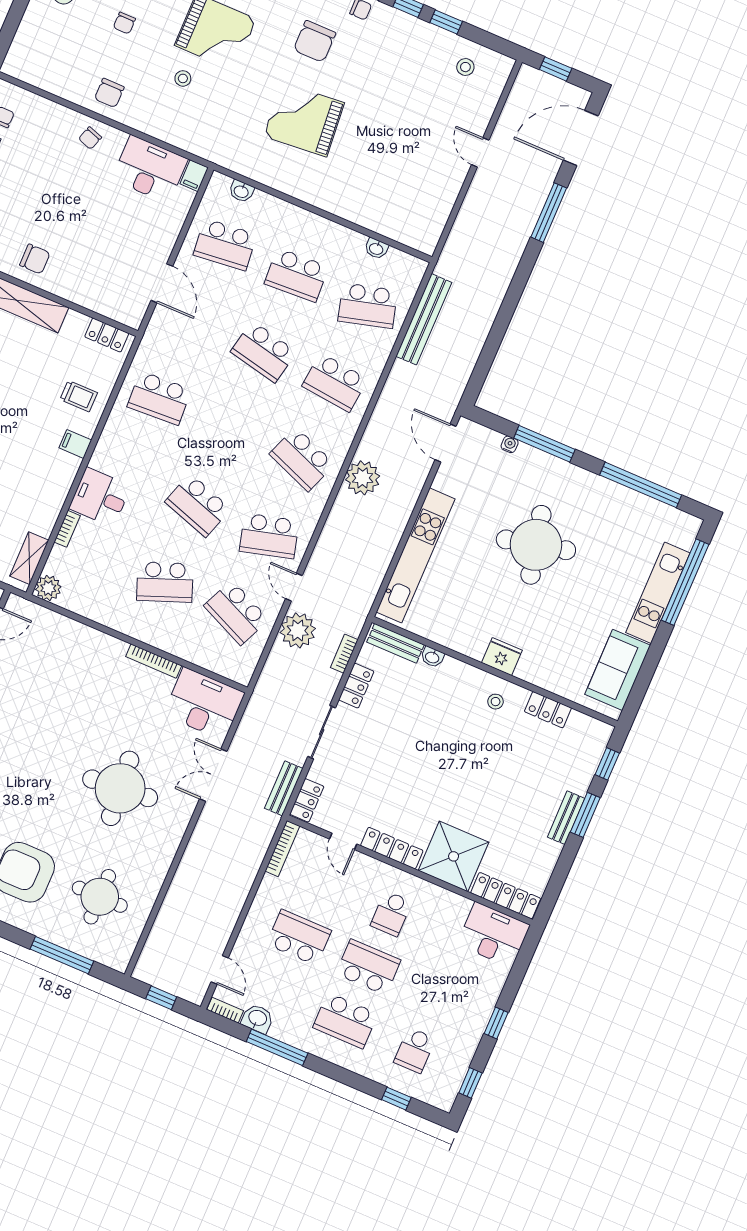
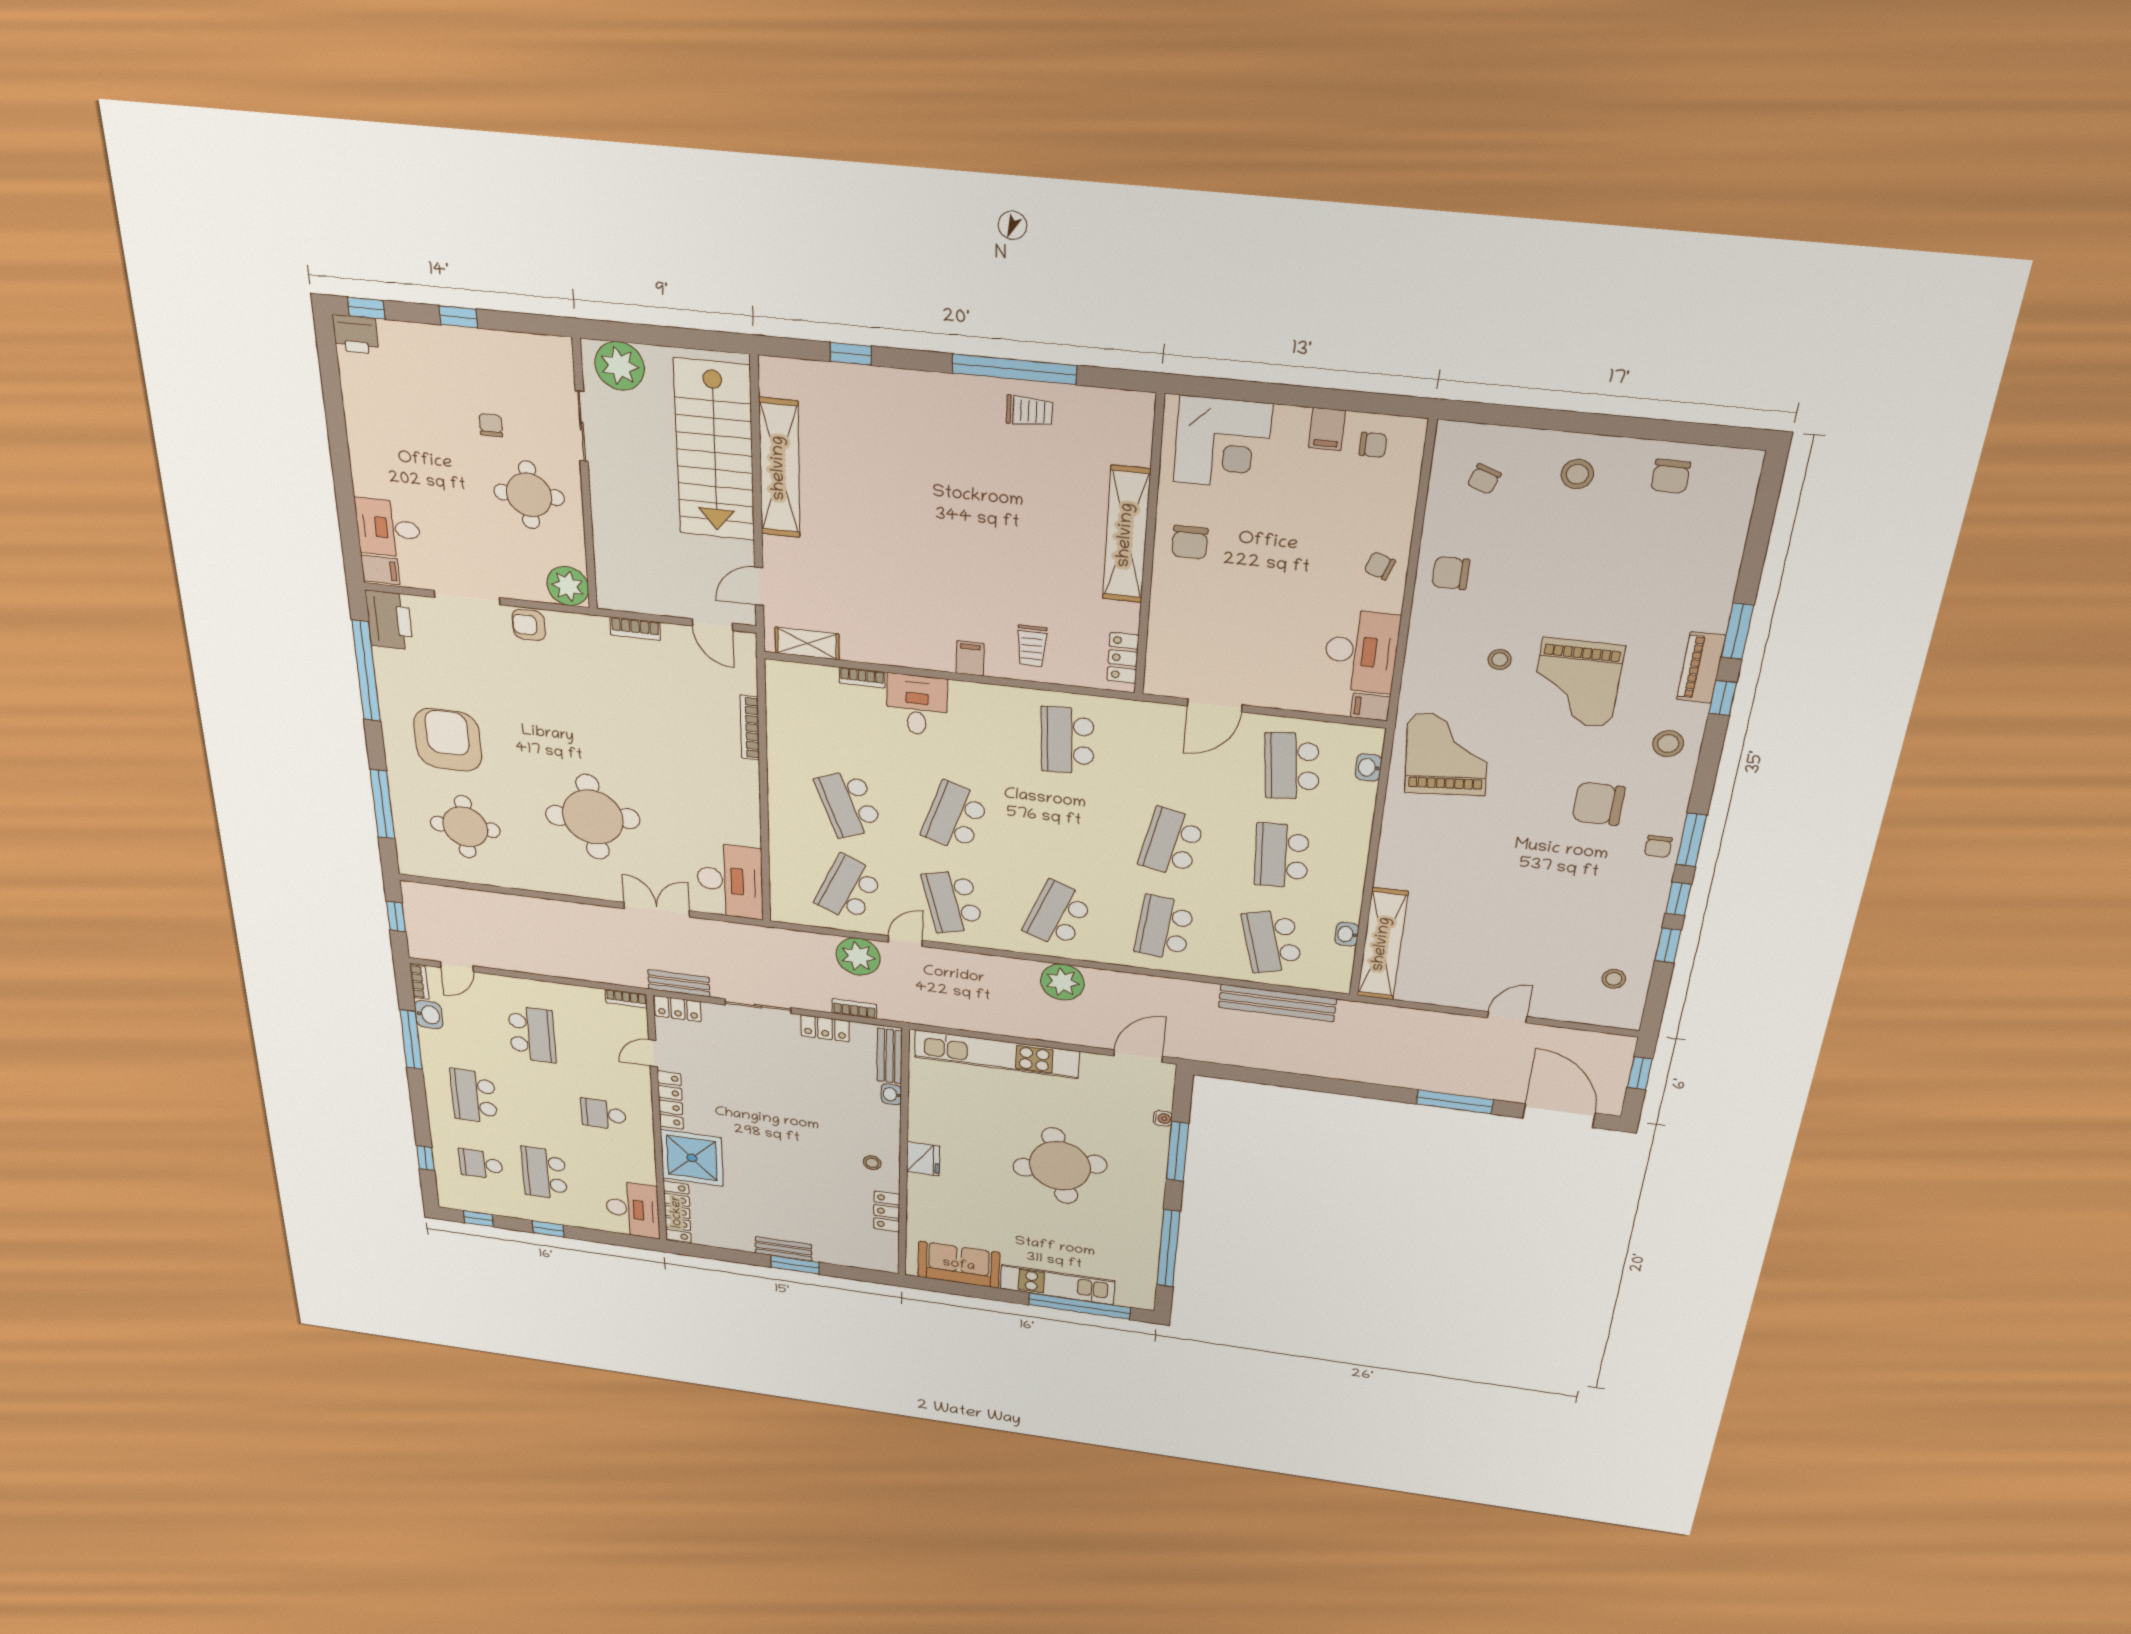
chair: (124, 23) -> (1484, 479), moved, turned -70
grand piano: (304, 119) -> (1447, 754), moved
shelving: (392, 225) -> (1382, 944), added
plant: (48, 588) -> (781, 676), removed
bookcase: (154, 661) -> (750, 728), moved
window: (607, 764) -> (857, 1274), removed
bookcase: (282, 849) -> (626, 999), width x0.64
school desk: (368, 967) -> (544, 1173), moved, turned 180

